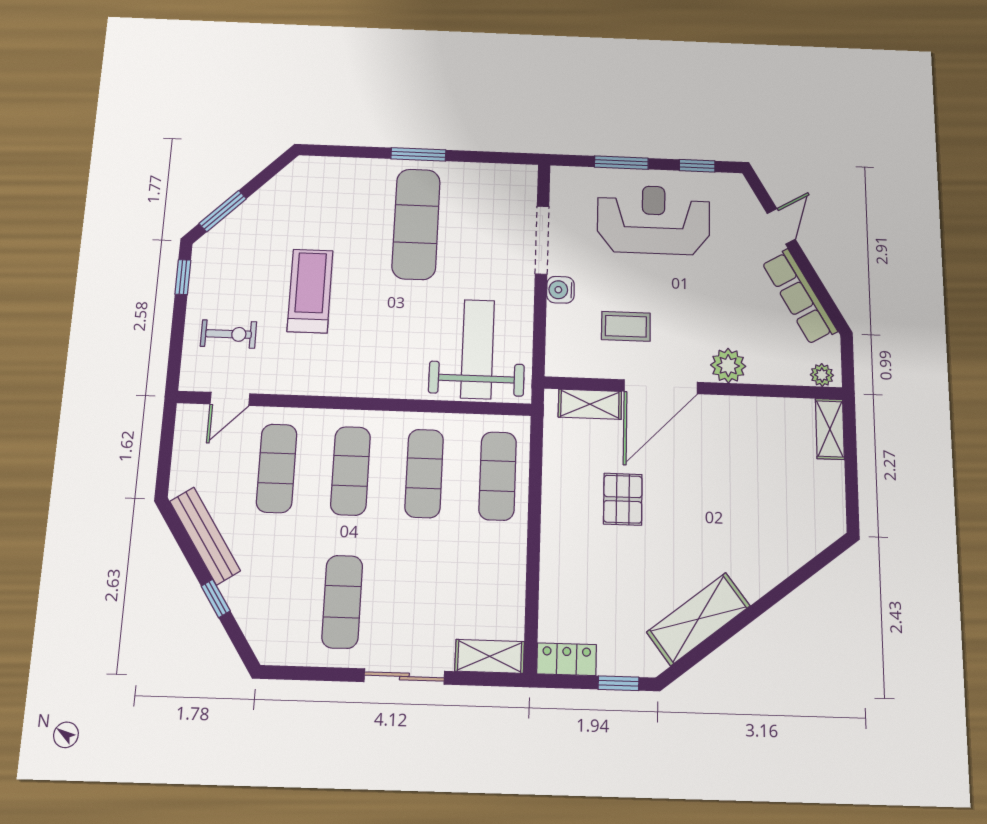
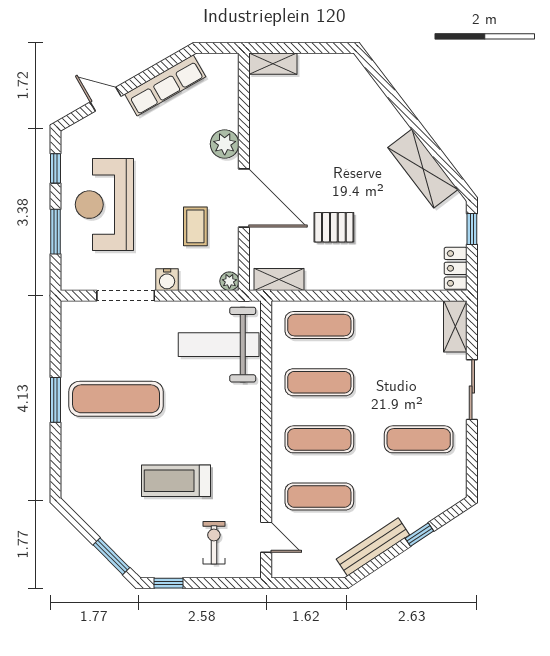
plant: (822, 375) -> (229, 281), moved
shelving: (590, 404) -> (279, 279), moved, turned 90

